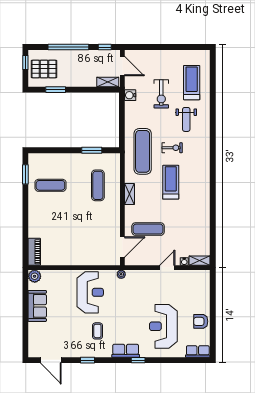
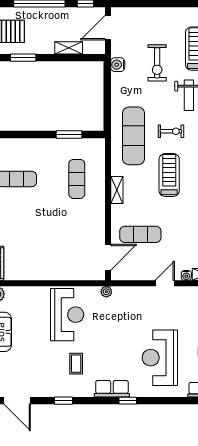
door: (122, 66) -> (108, 28), swing flipped
shelving: (108, 82) -> (69, 48), moved

